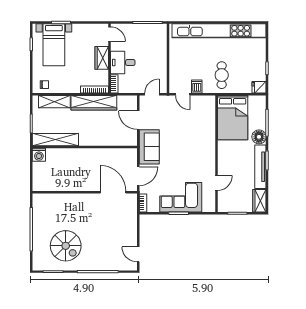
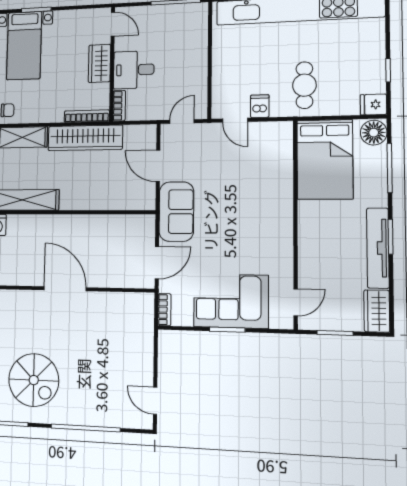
floor lamp: (259, 137) -> (374, 133), moved
door: (216, 183) -> (296, 302), moved
door: (113, 192) -> (65, 289), moved

